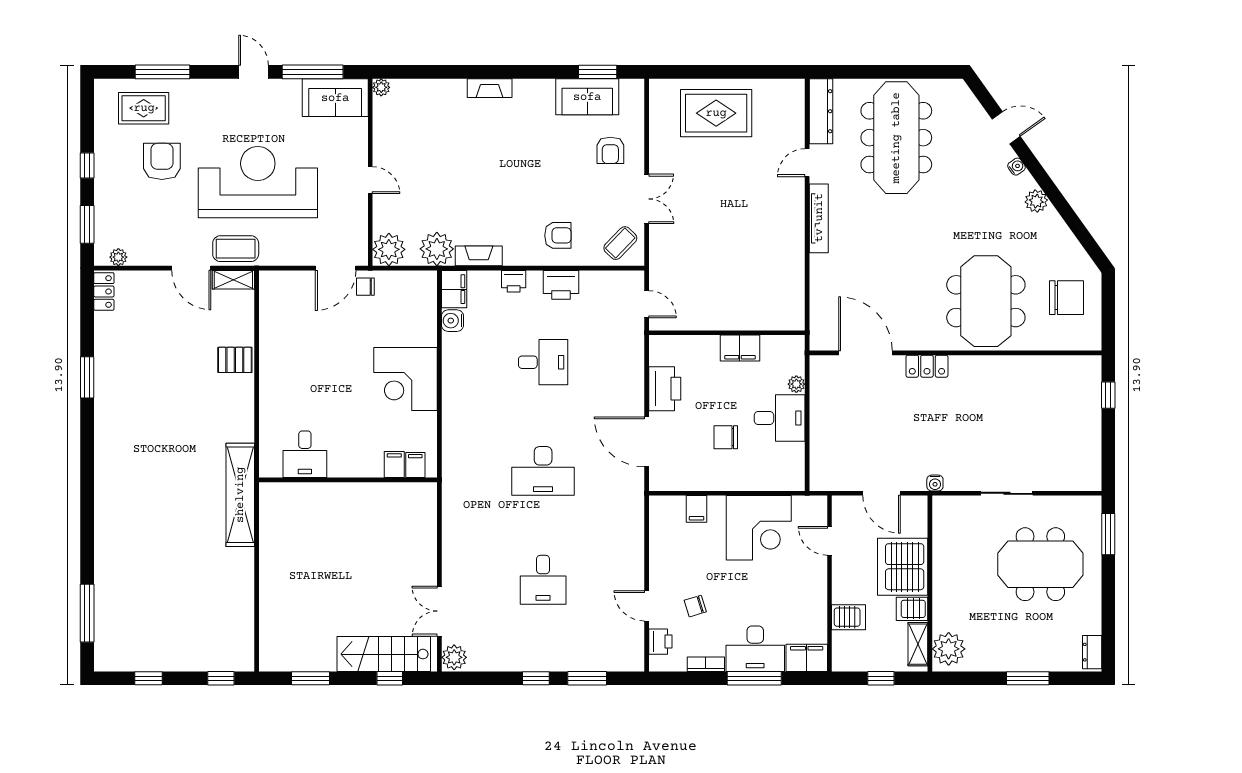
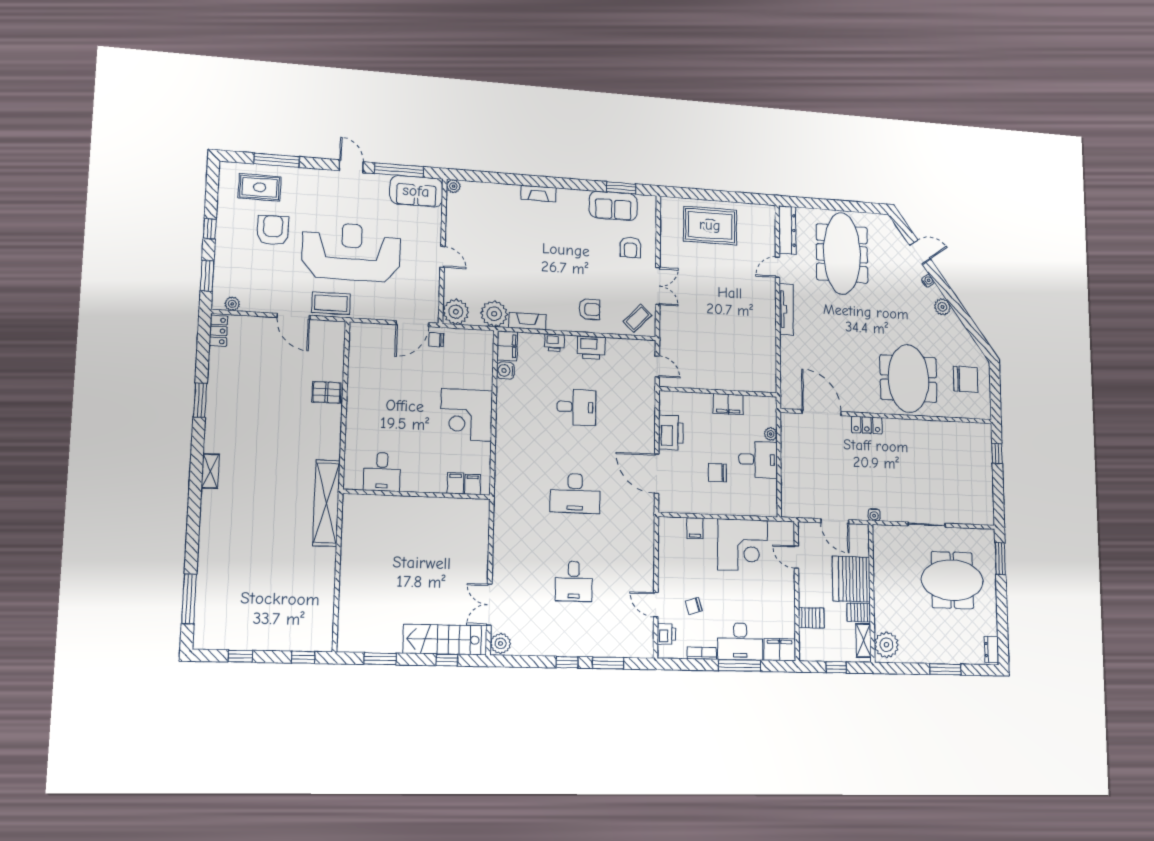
shelving: (233, 280) -> (210, 471), moved, turned 90

